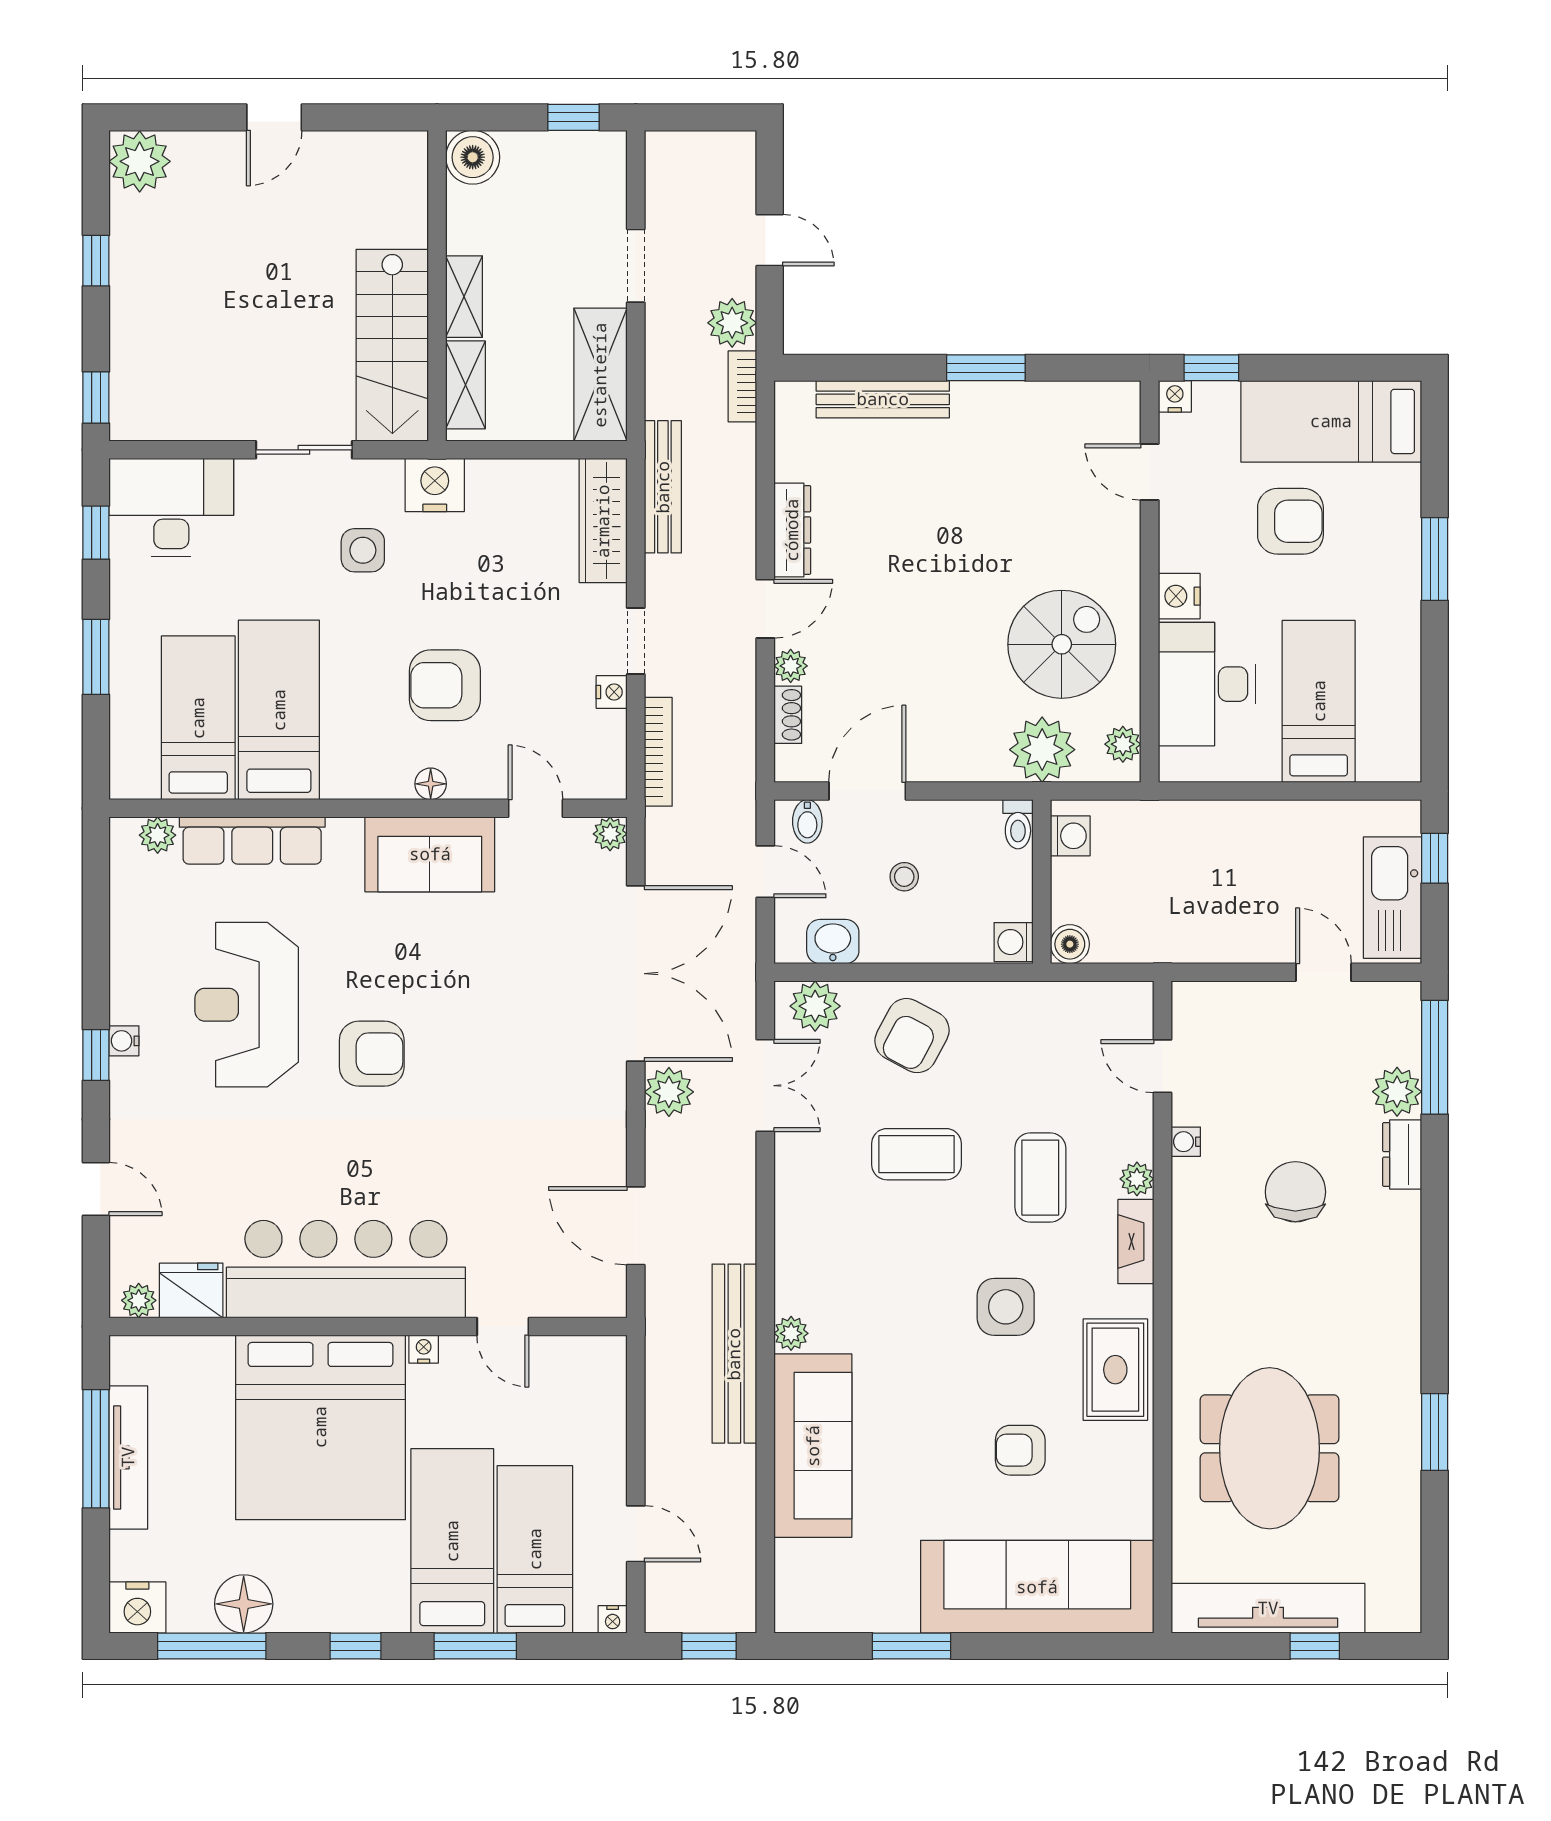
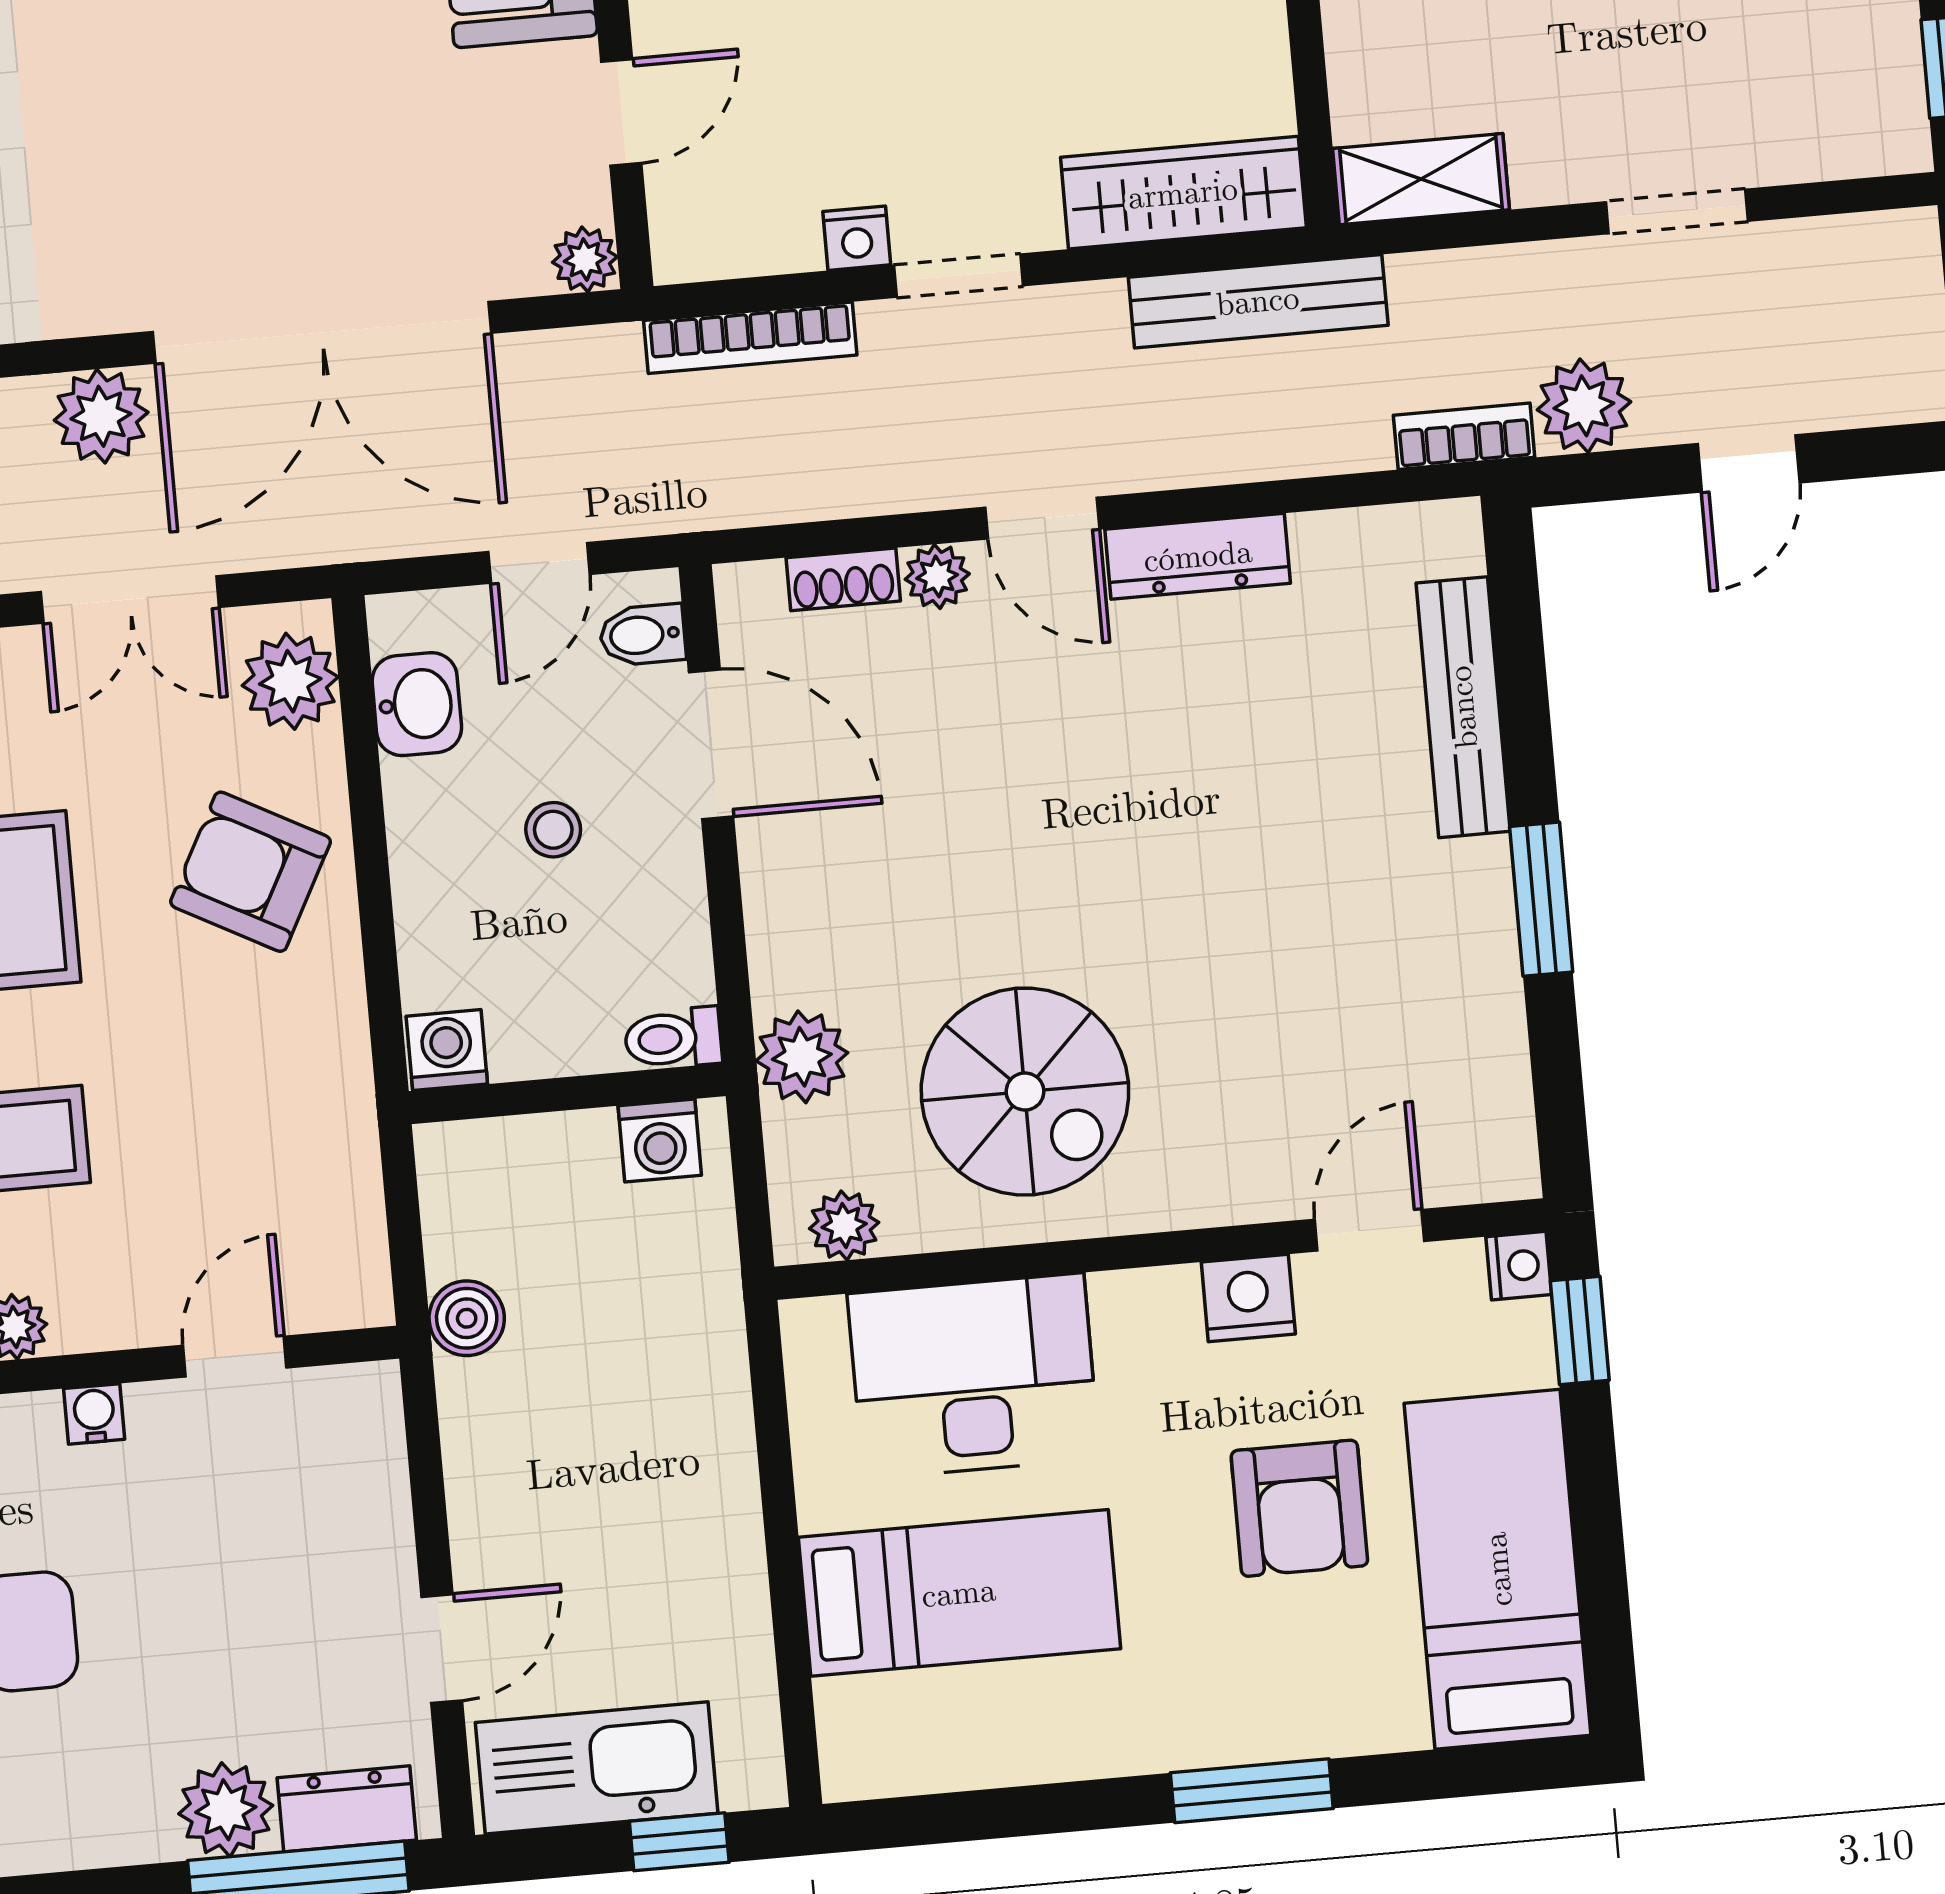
shelving: (600, 375) -> (1421, 179), width x0.67, depth x0.75
nightstand: (1179, 596) -> (1248, 1298), moved
plant: (1042, 750) -> (802, 1057), width x0.73, depth x0.73
boiler: (1070, 944) -> (467, 1318), moved
dresser: (1402, 1154) -> (347, 1809), moved

